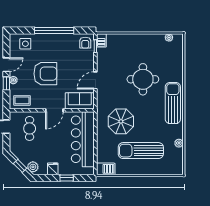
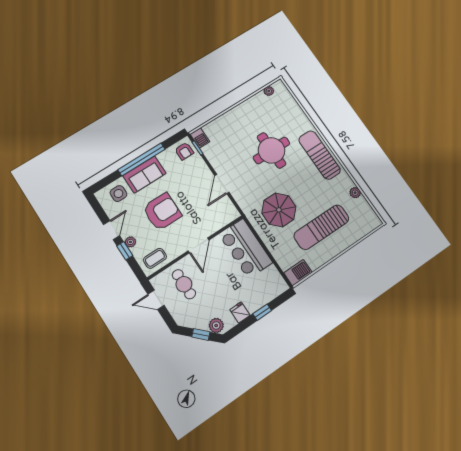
sofa: (80, 101) -> (144, 175), moved, turned 180
bar counter: (83, 139) -> (246, 248), width x0.73

